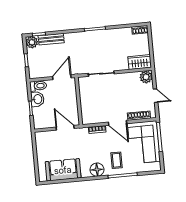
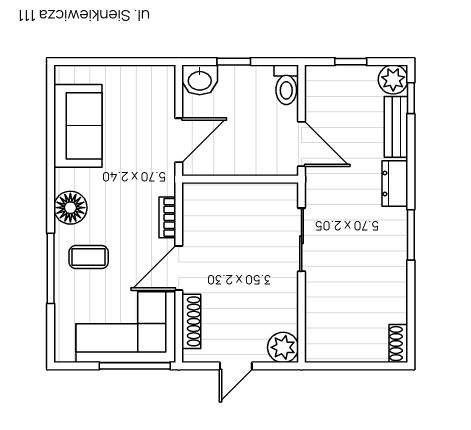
dresser: (74, 37) -> (395, 184), added
wardrobe: (140, 62) -> (321, 335), removed
washbasin: (37, 99) -> (200, 80), moved

